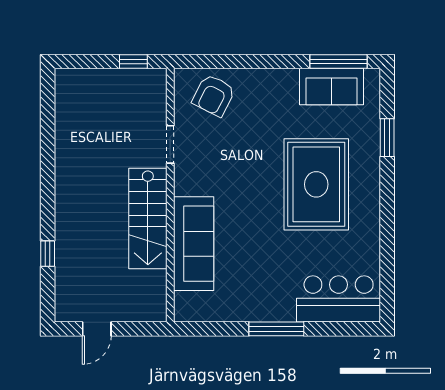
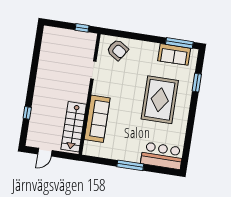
armchair: (214, 95) -> (118, 50), turned -84
stairs: (148, 218) -> (74, 127), moved

